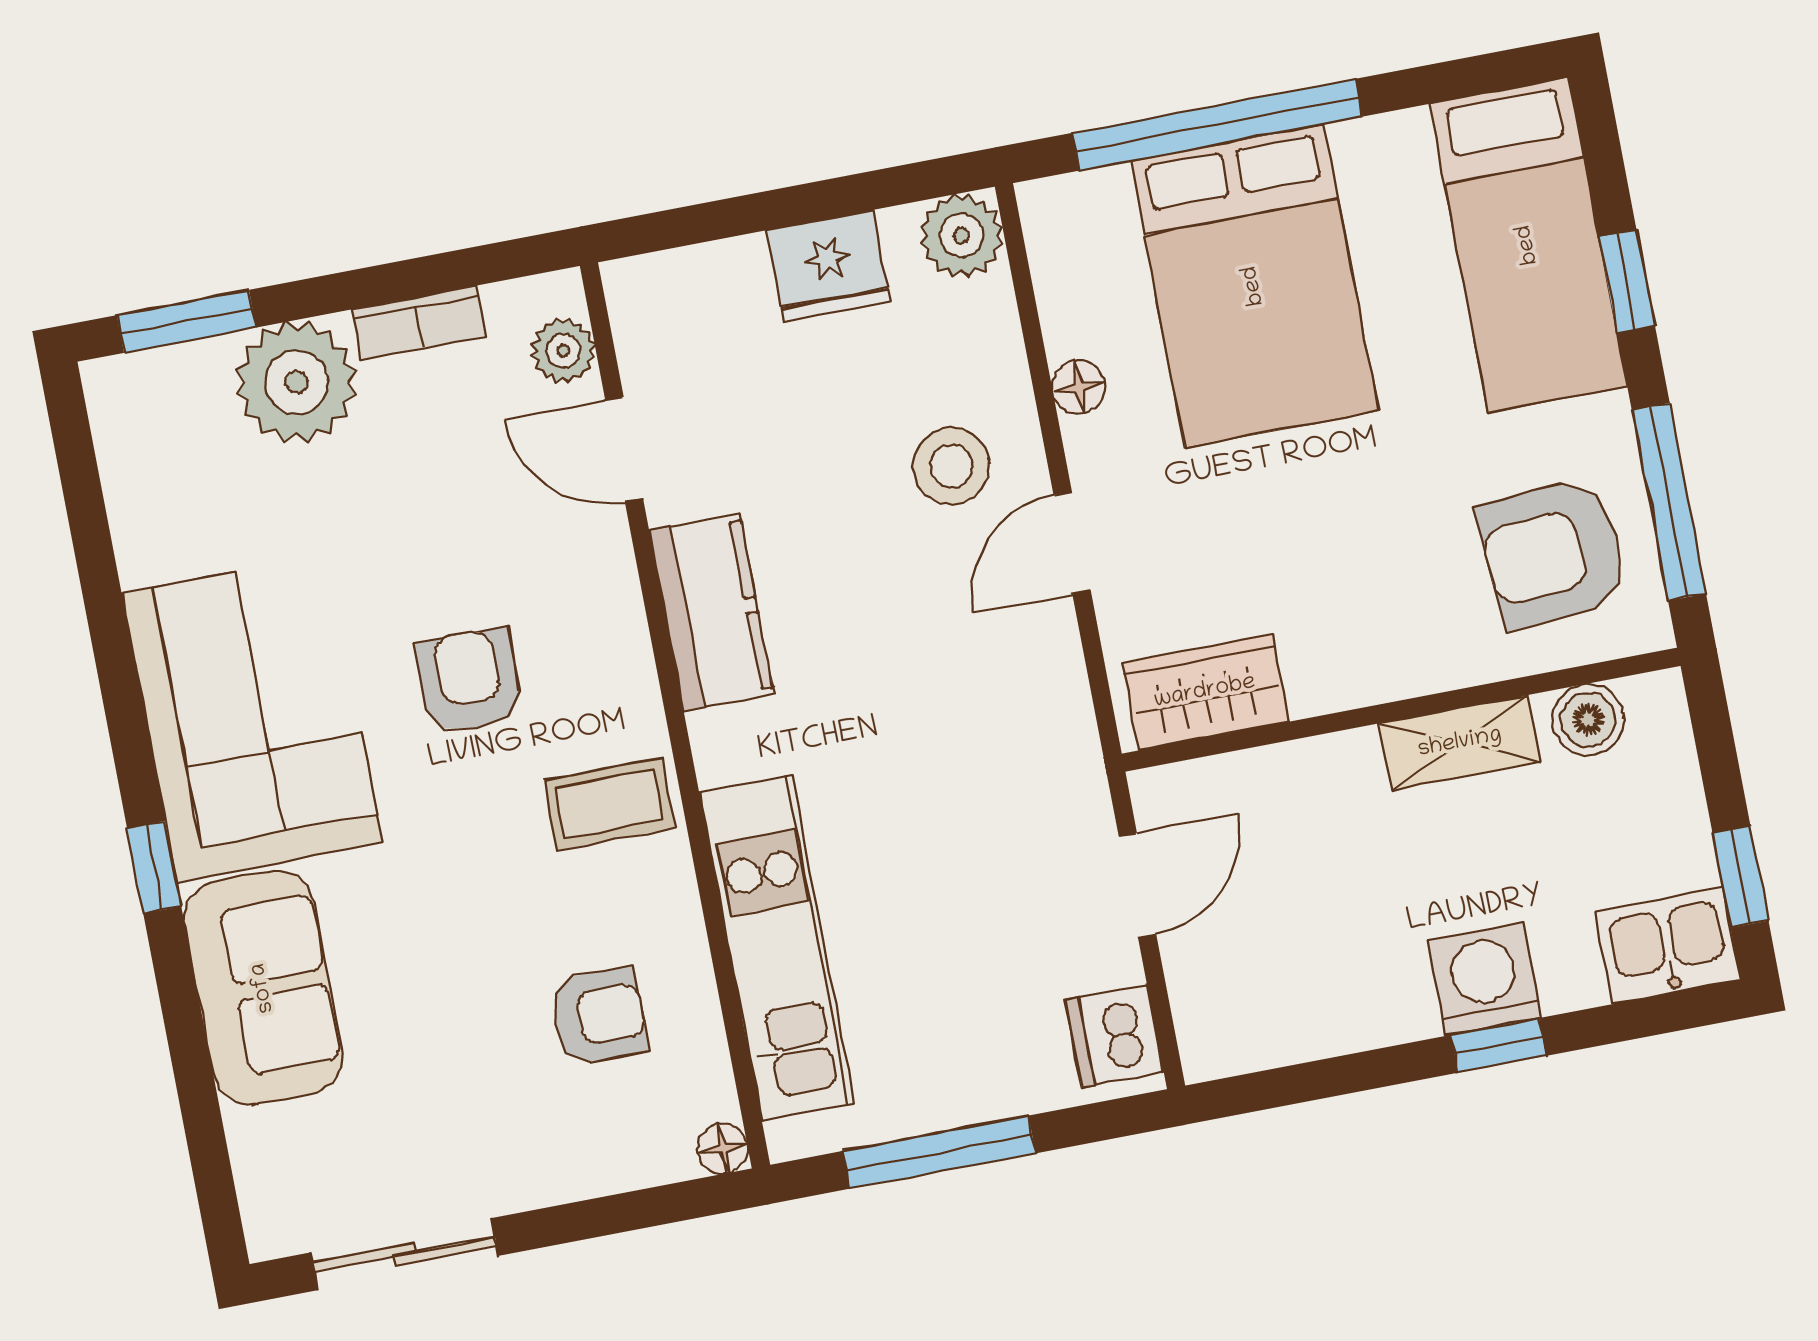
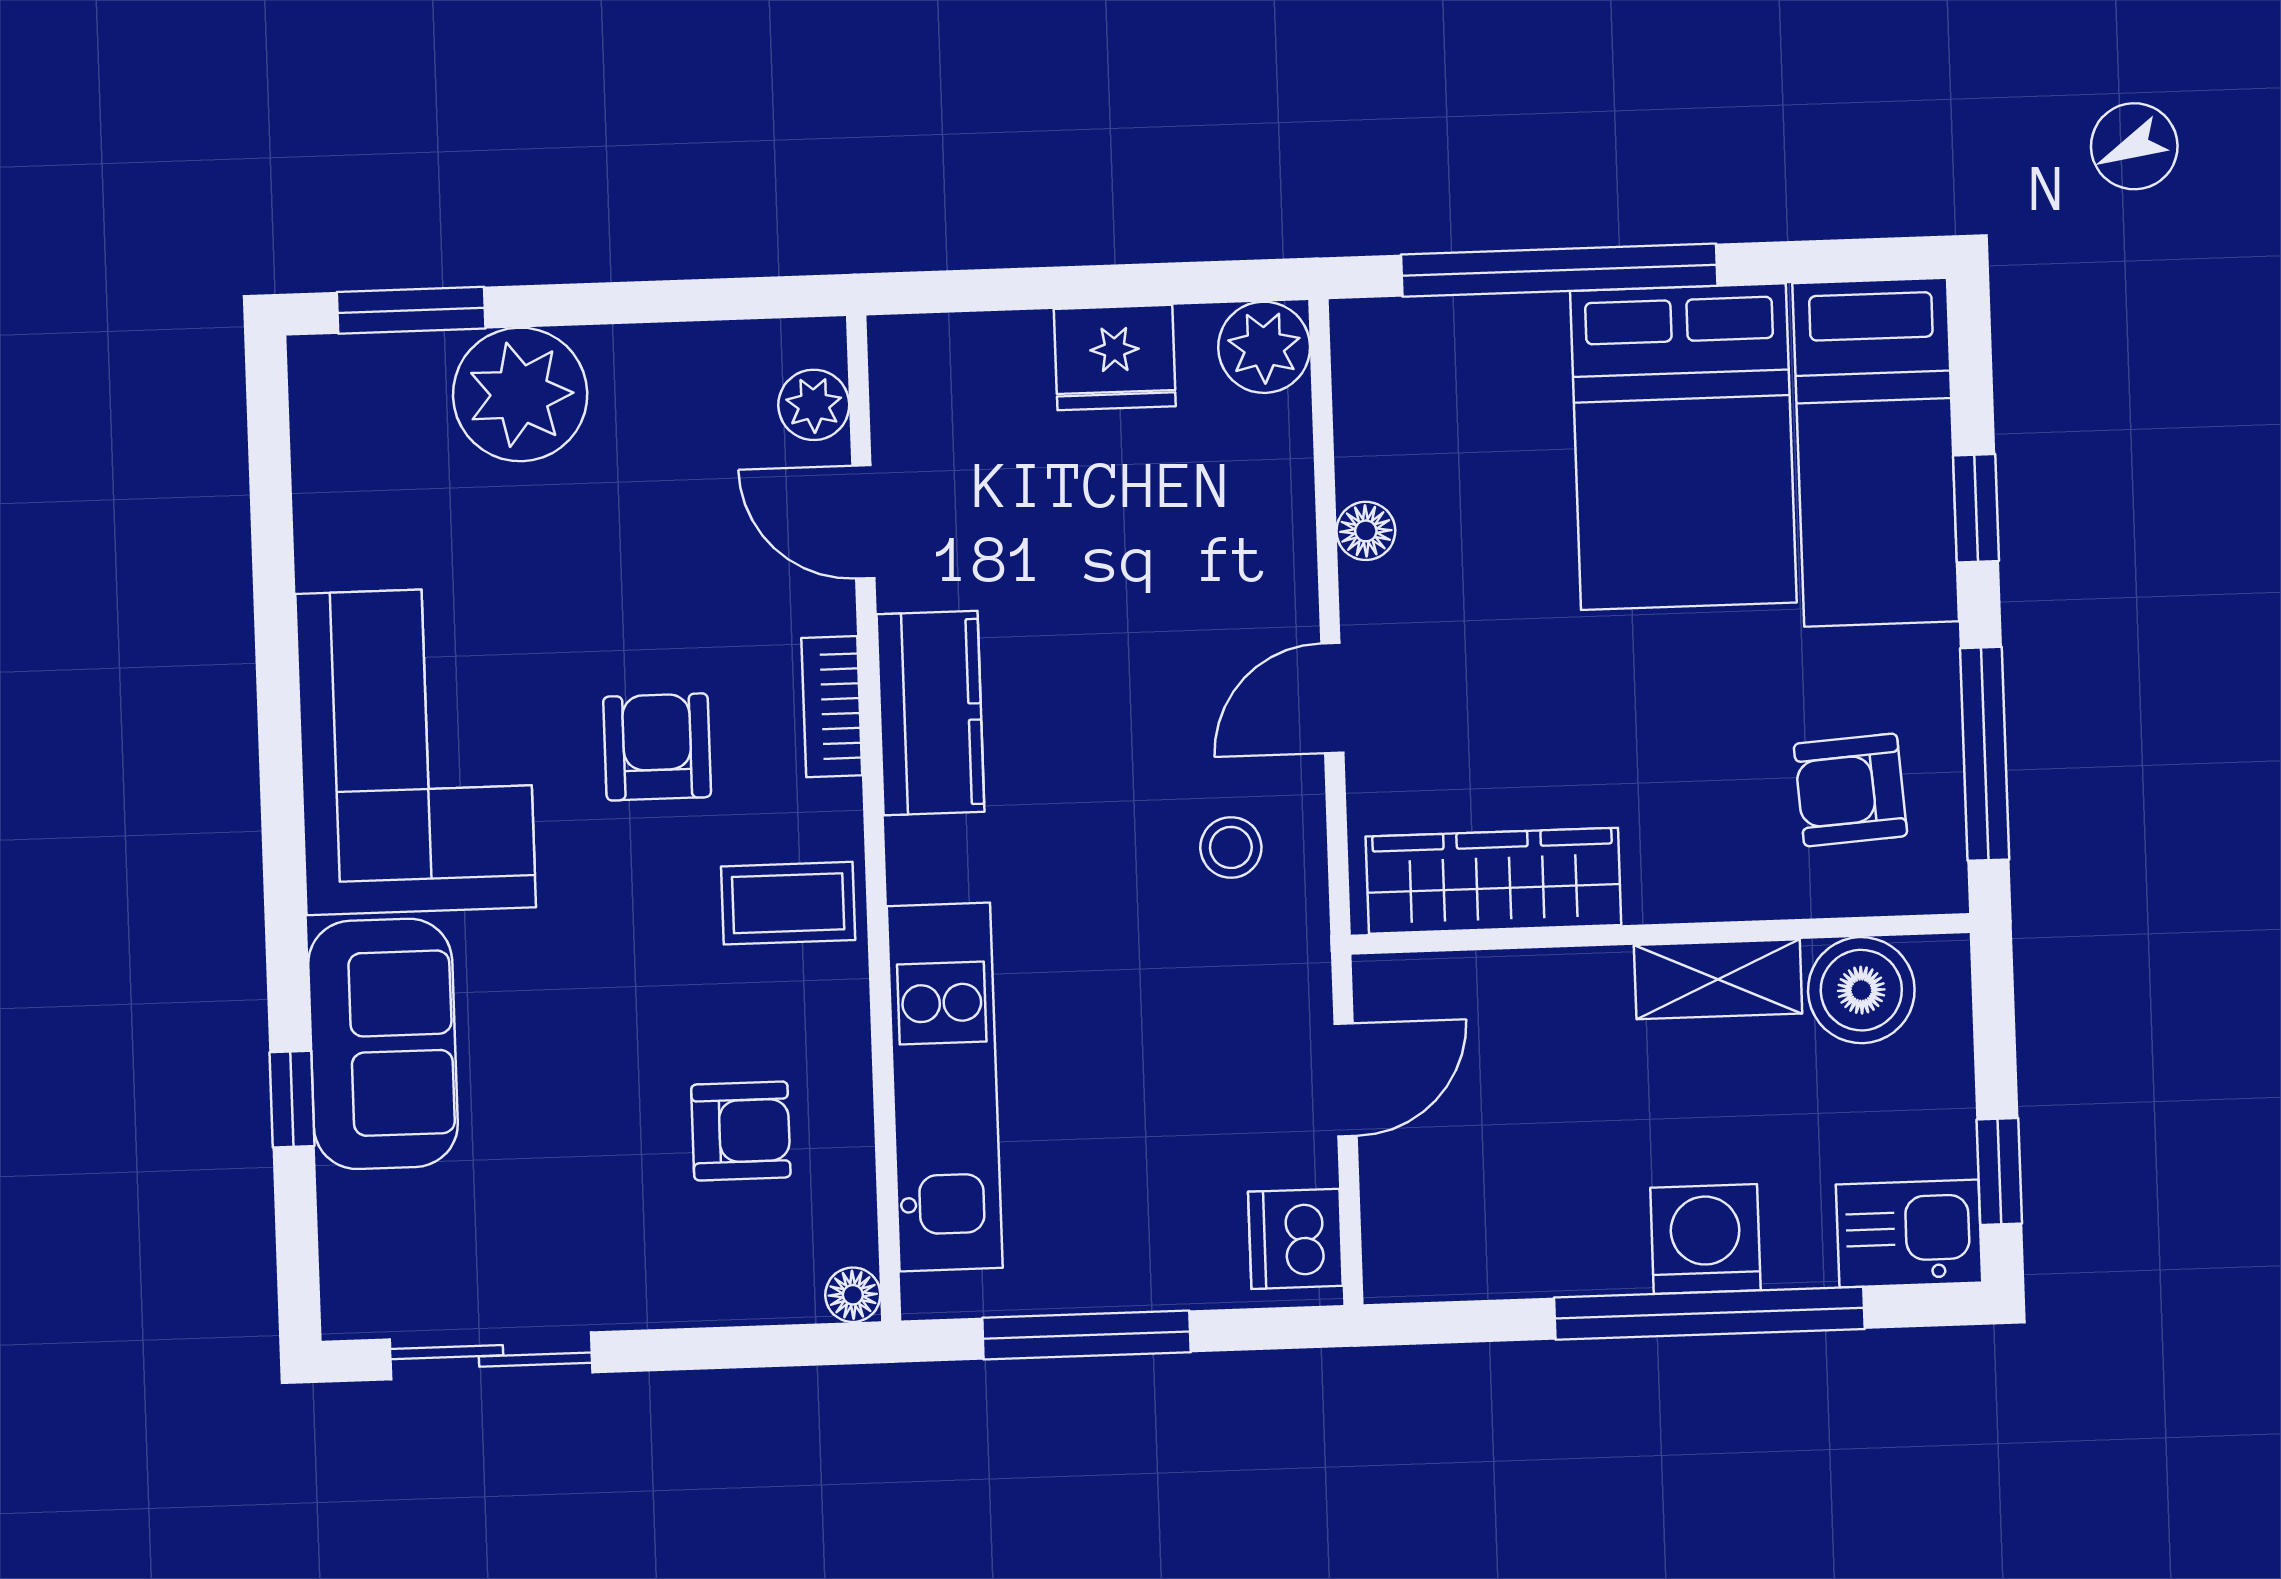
bed: (1254, 286) -> (1683, 447), moved
bookcase: (419, 323) -> (832, 707), moved, turned 90
stool: (951, 466) -> (1231, 847), moved, width x0.73, depth x0.73
armchair: (1553, 553) -> (1850, 790), width x0.72, depth x0.72
wardrobe: (1205, 692) -> (1493, 881), width x1.50
boiler: (1588, 720) -> (1861, 990), width x1.36, depth x1.36
window: (154, 867) -> (292, 1099), moved
window: (1499, 1045) -> (1709, 1313), width x3.17

